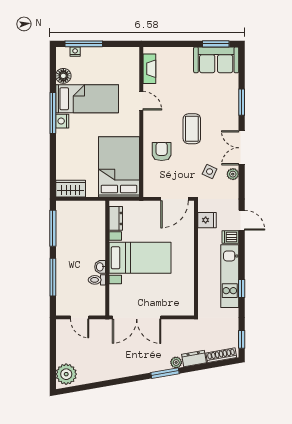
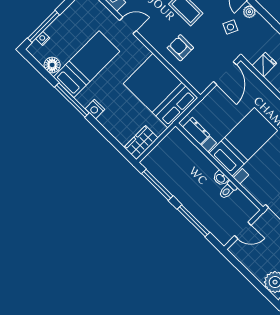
nightstand: (62, 121) -> (95, 109), moved

